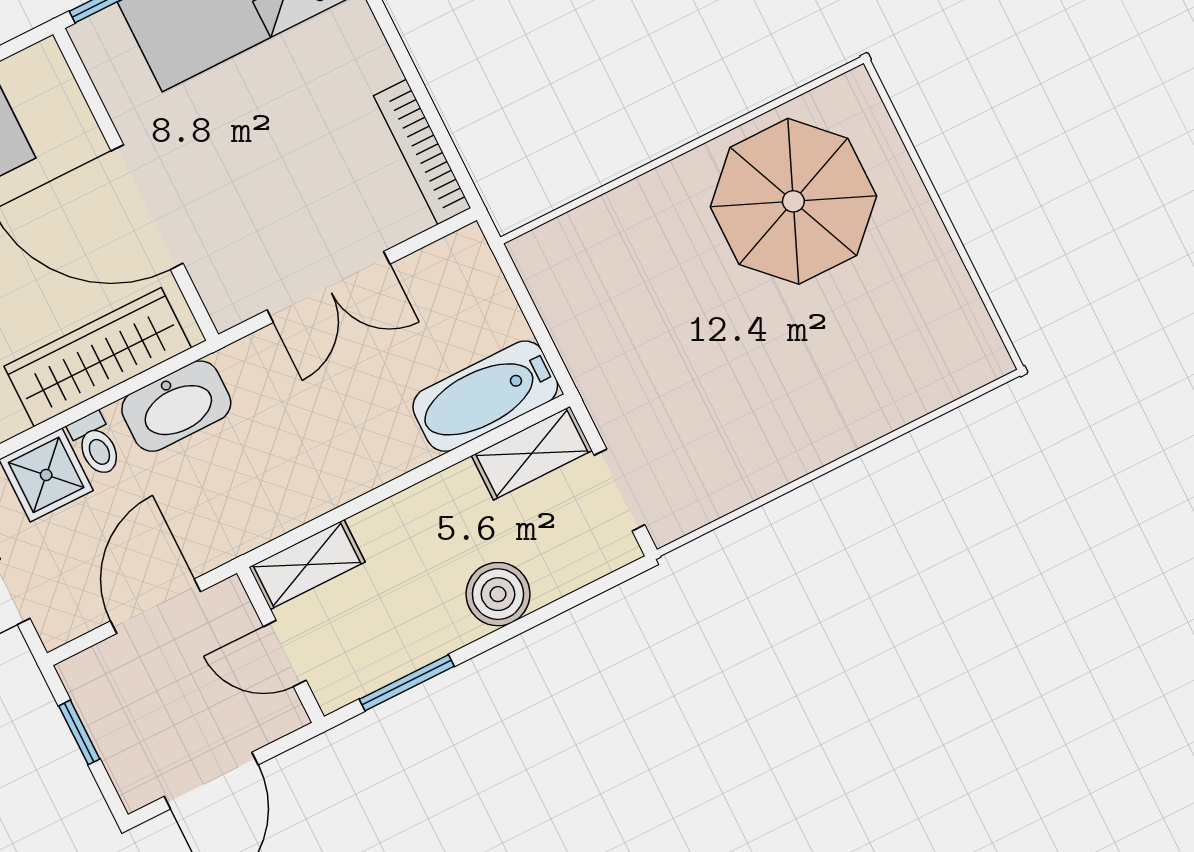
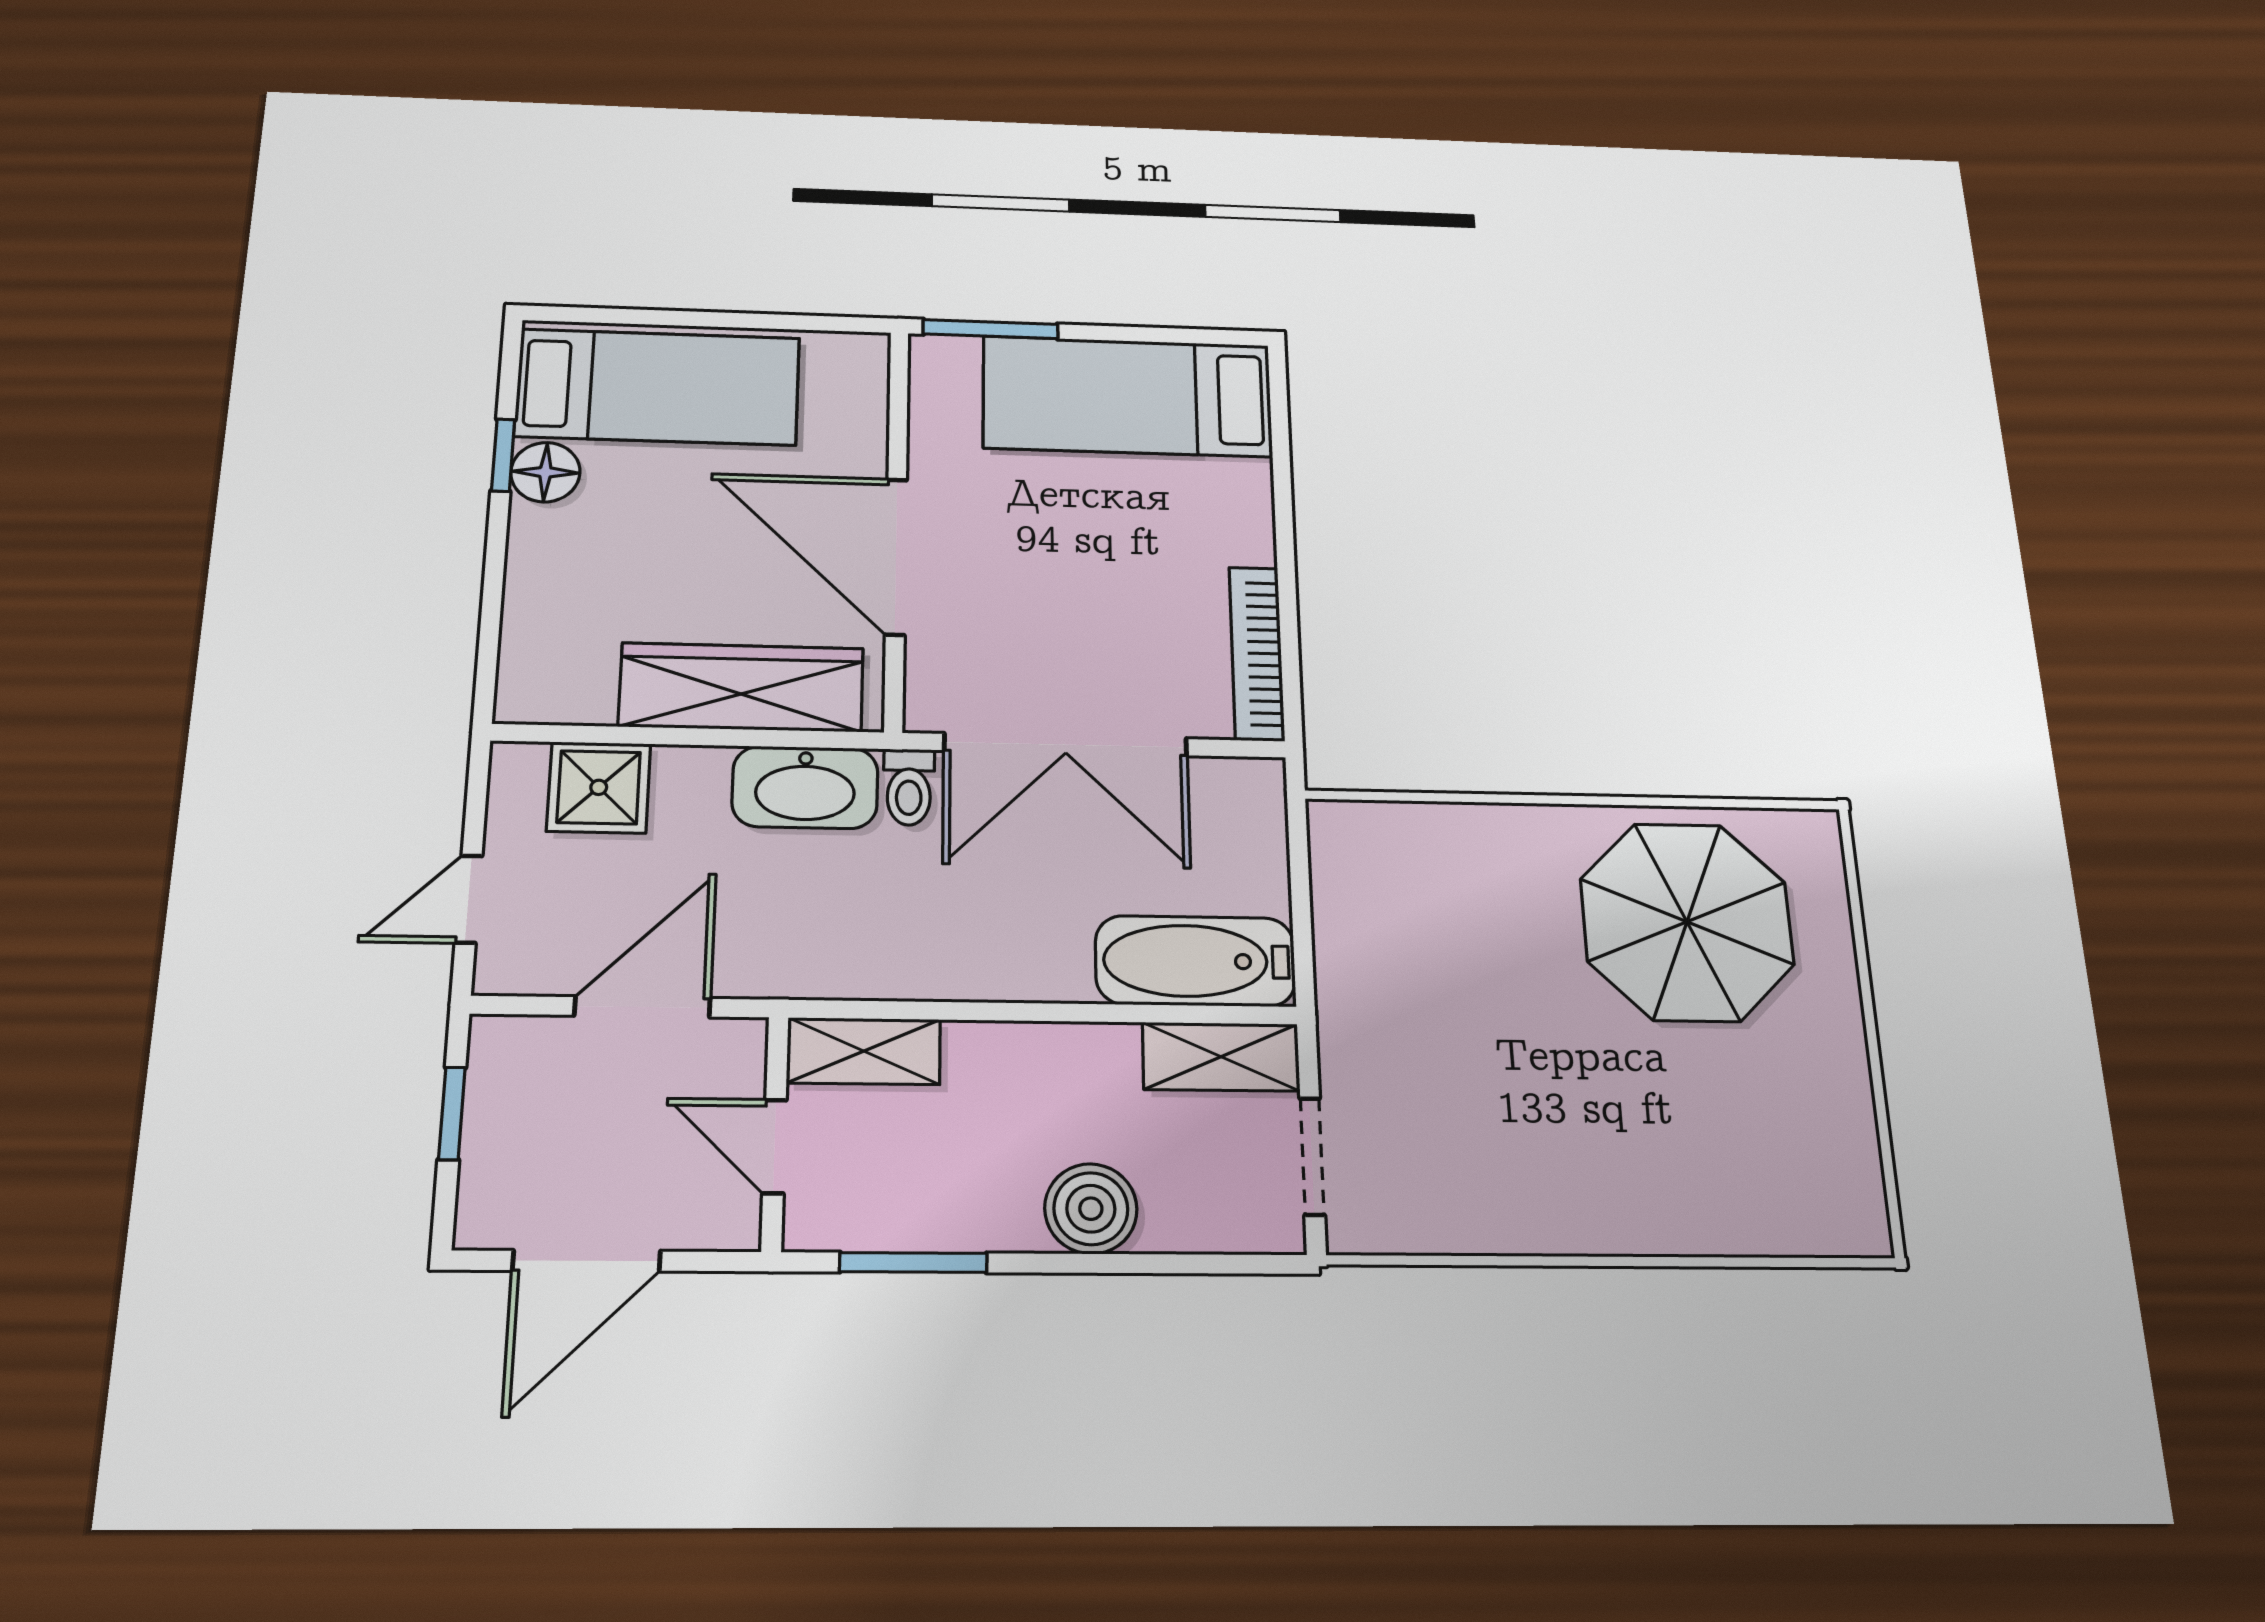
double door: (328, 287) -> (1066, 745), width x1.37
toilet: (96, 444) -> (909, 787), moved

